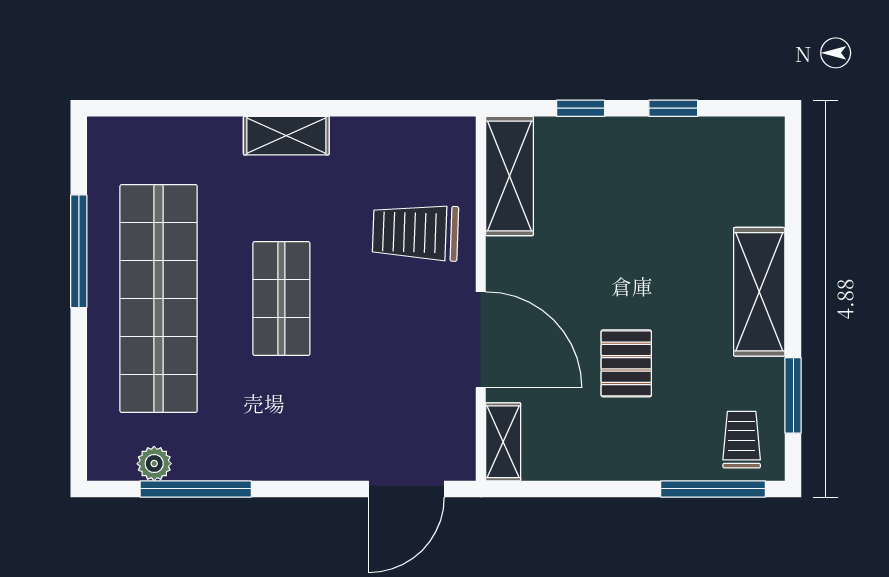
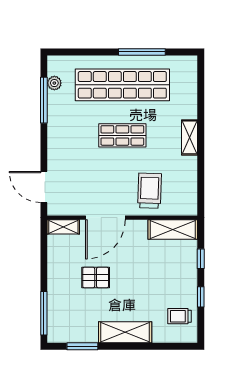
trolley: (742, 440) -> (179, 316), moved, turned 180

